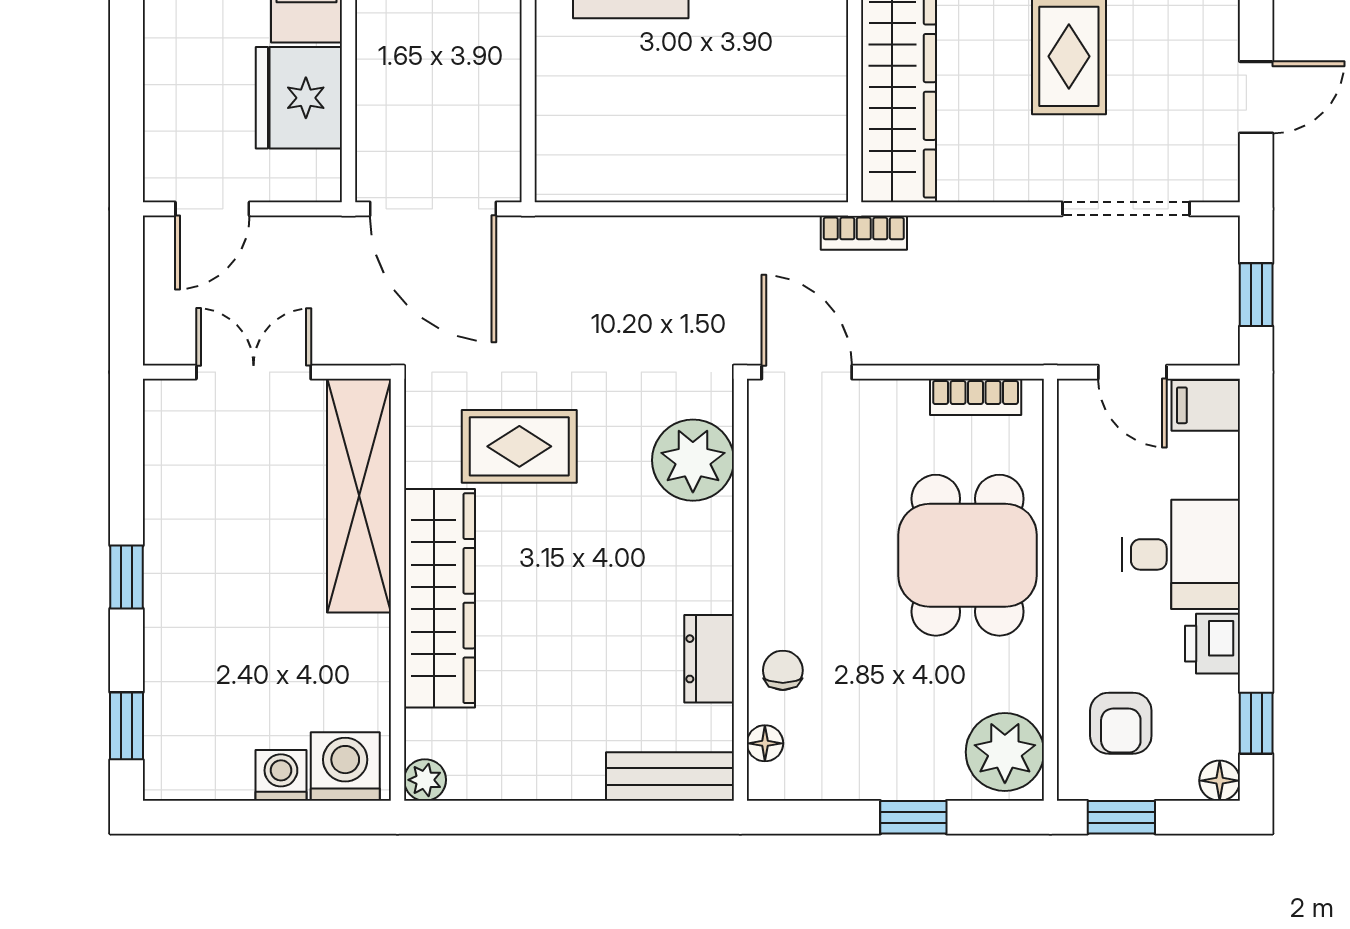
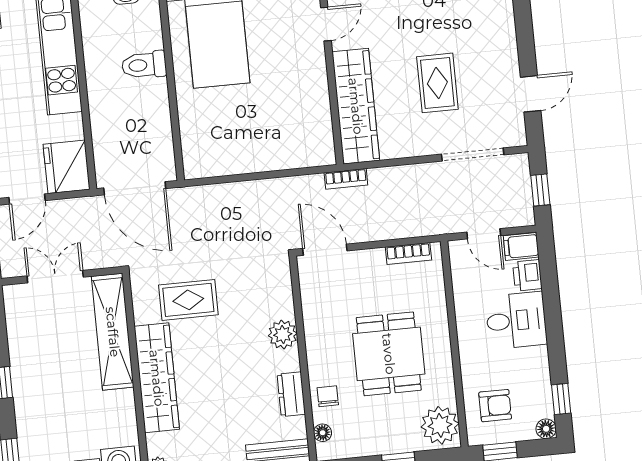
fridge: (299, 98) -> (67, 167), moved
plant: (693, 460) -> (283, 335), moved, width x0.73, depth x0.73
dining table: (968, 555) -> (389, 354), moved
printer: (1212, 644) -> (527, 275), moved
armchair: (1121, 723) -> (495, 406), turned -90

